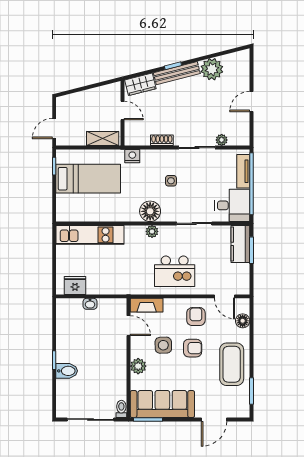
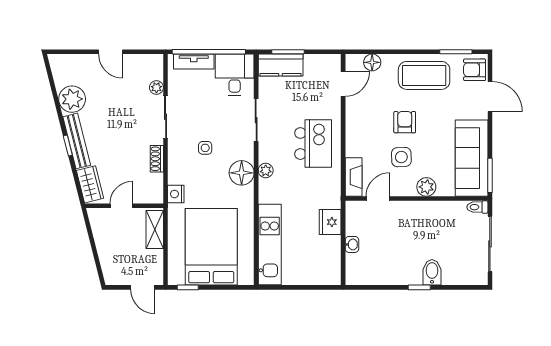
bed: (88, 179) -> (211, 247), width x1.50
fridge: (75, 285) -> (330, 222), moved
armchair: (196, 317) -> (475, 70), moved

